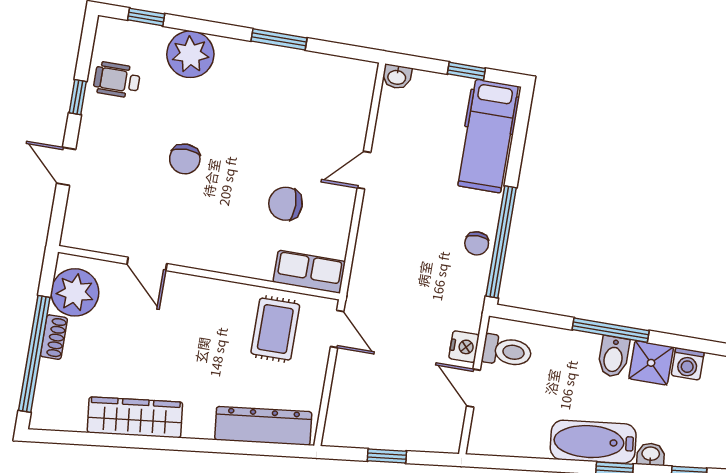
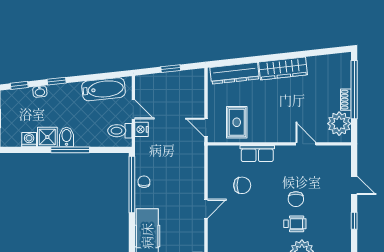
wheelchair: (117, 80) -> (295, 224), moved
chair: (185, 159) -> (296, 199), turned 180
row of seats: (309, 272) -> (257, 154), moved
wardrobe: (135, 417) -> (283, 68), moved
bathtub: (593, 442) -> (104, 89), moved

